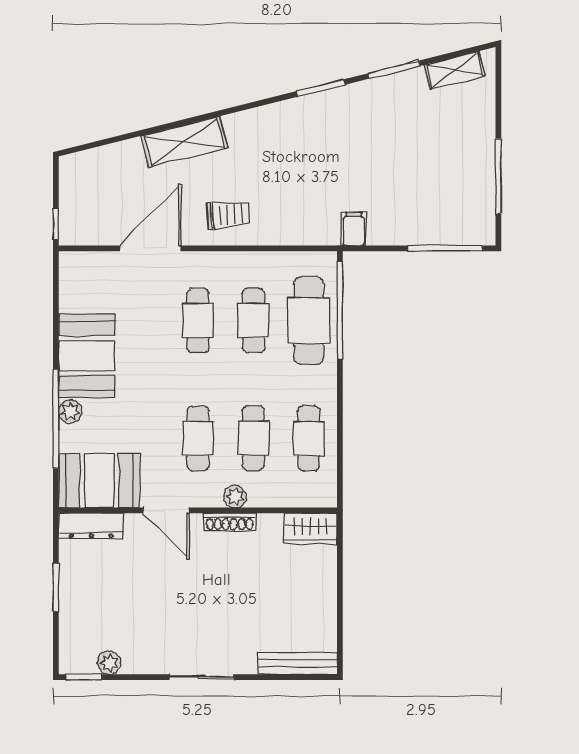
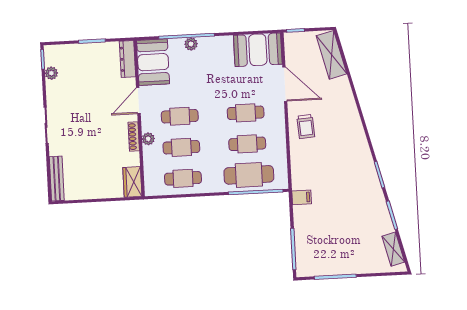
shelving: (184, 142) -> (332, 55), moved
booth: (87, 356) -> (258, 50), moved

